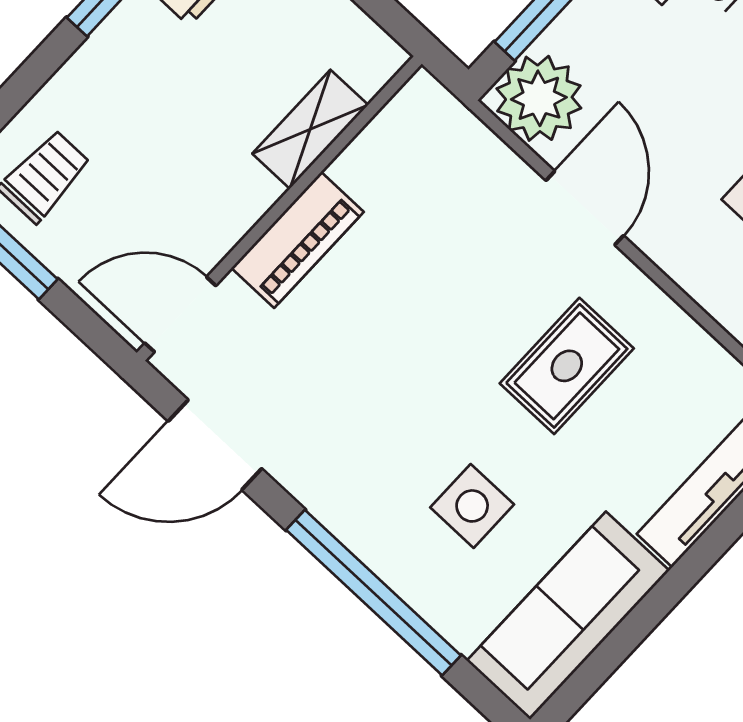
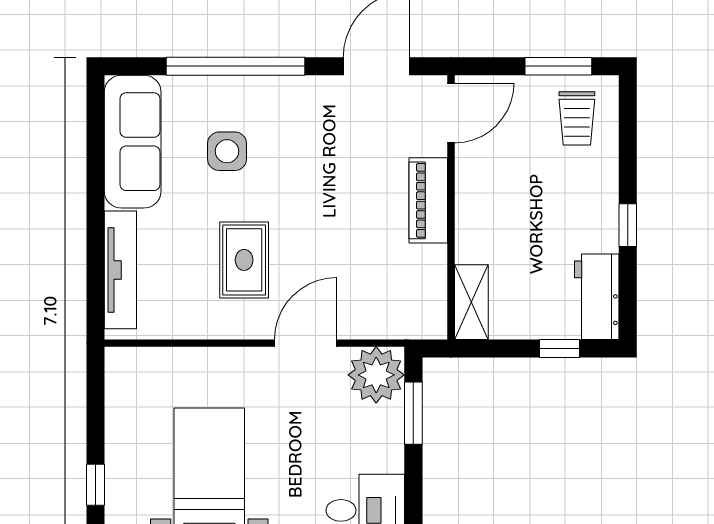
shelving: (310, 129) -> (471, 302), moved
door: (585, 208) -> (306, 343), swing flipped

